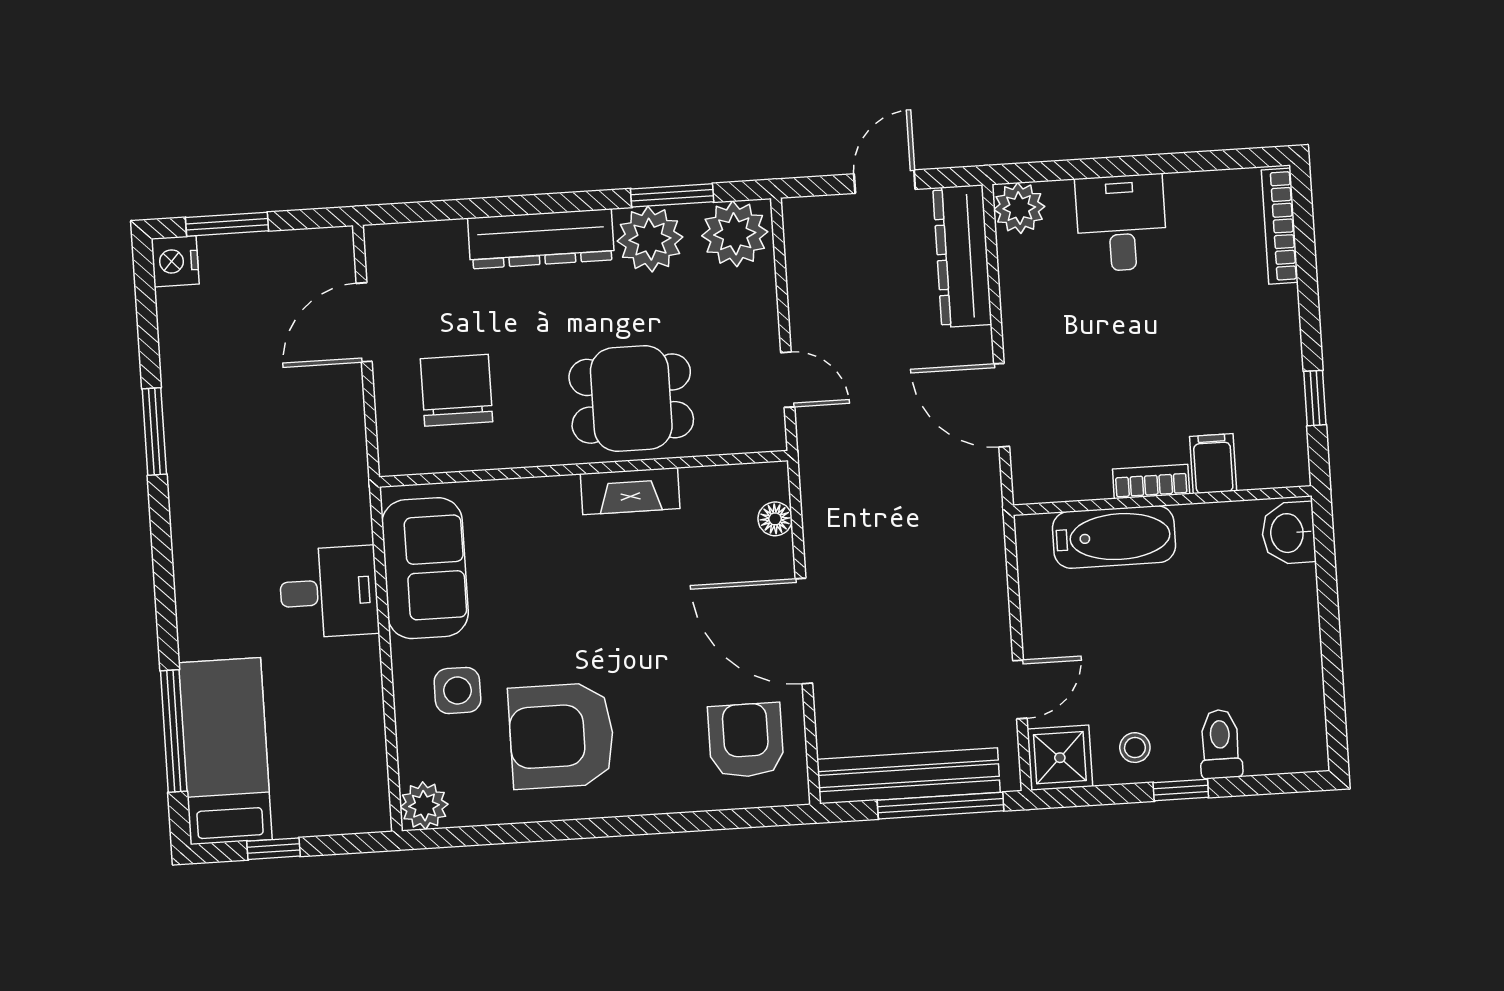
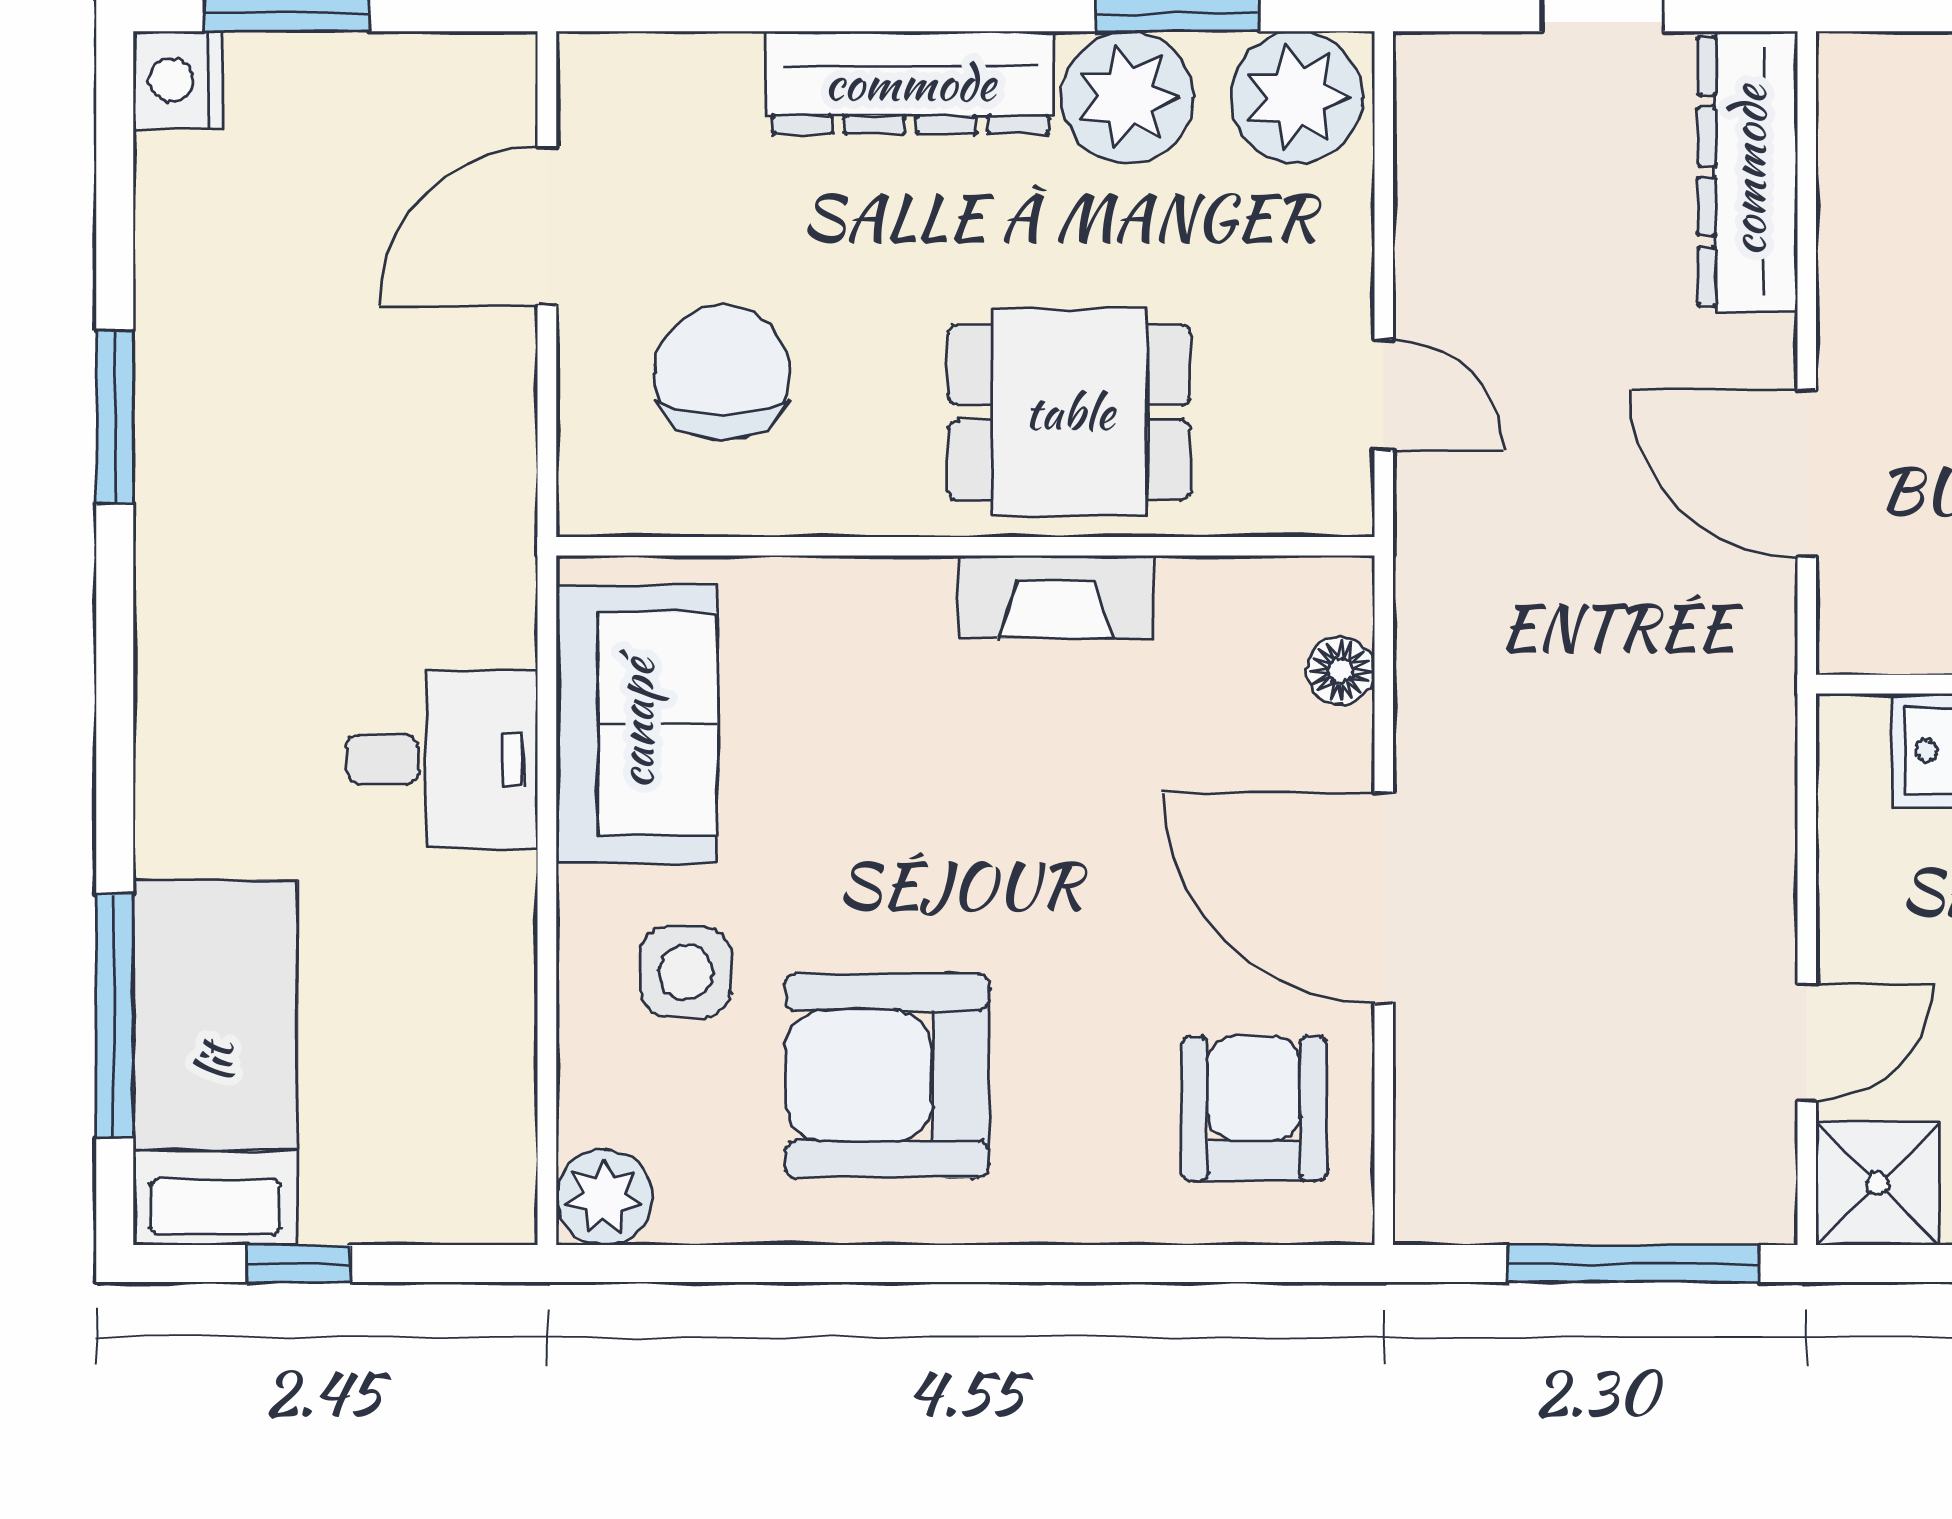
plant: (1019, 208) -> (1867, 83), removed
bench: (909, 776) -> (1573, 1200), removed

